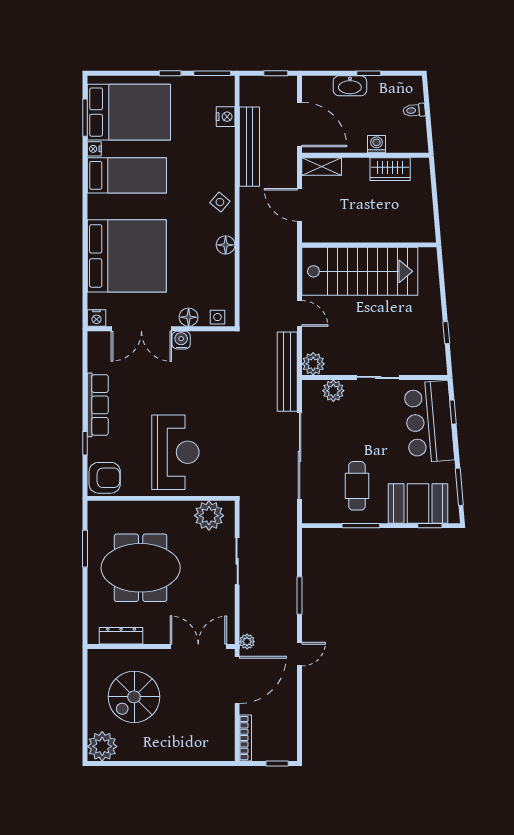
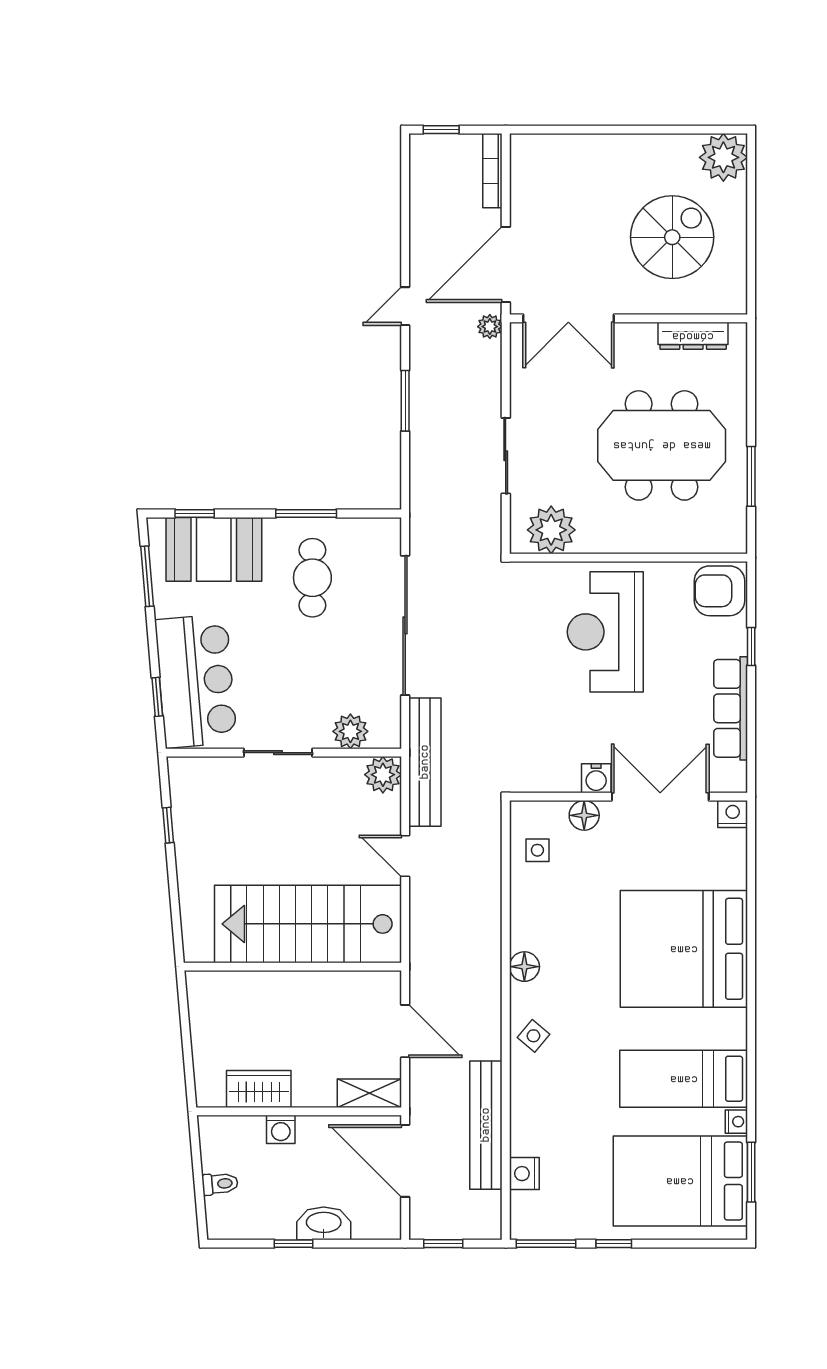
floor lamp: (189, 317) -> (584, 815), moved
nightstand: (97, 318) -> (733, 814), moved
double door: (141, 329) -> (660, 797), moved
wall: (161, 329) -> (628, 797), moved
water cooler: (181, 340) -> (596, 778), moved

